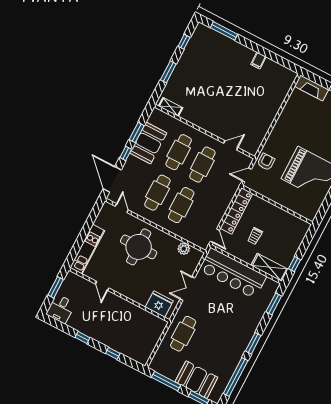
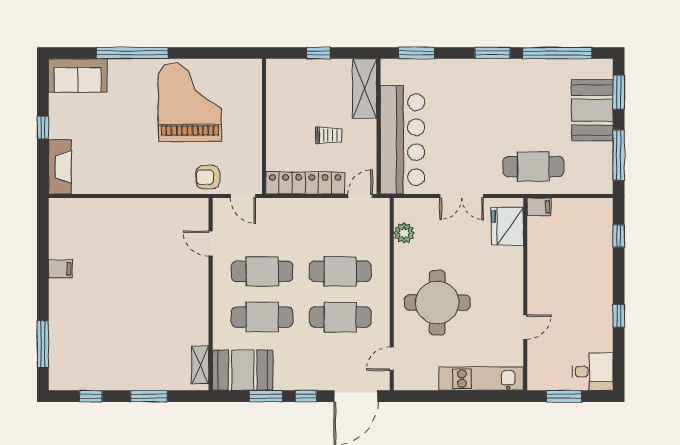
booth: (148, 143) -> (243, 370), moved
window: (295, 264) -> (318, 53), moved
filing cabinet: (161, 326) -> (539, 207), added
window: (113, 353) -> (619, 236), moved

